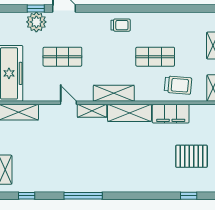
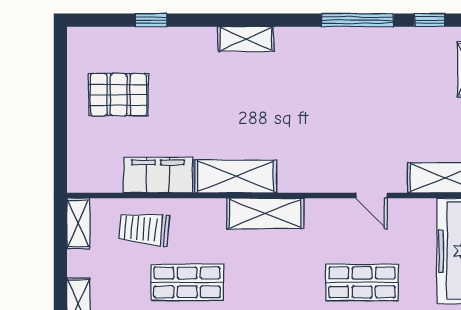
door: (68, 103) -> (372, 195), moved
shelving: (92, 111) -> (246, 39), moved
window: (83, 196) -> (358, 20), moved
window: (189, 196) -> (151, 20), moved

